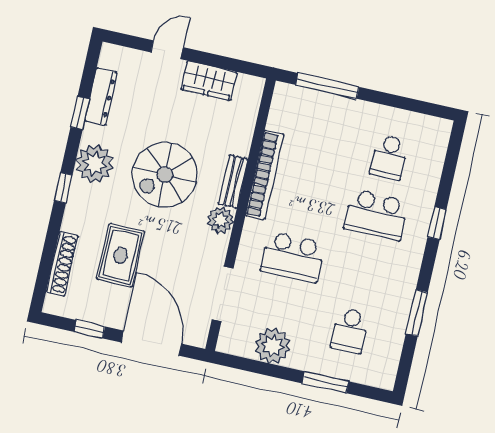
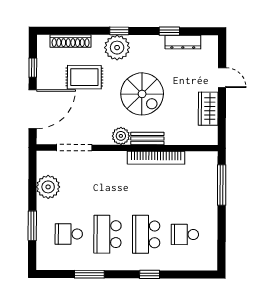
plant: (95, 164) -> (117, 48), moved
spiral stairs: (165, 175) -> (142, 94), turned 180
school desk: (293, 257) -> (107, 234), moved

